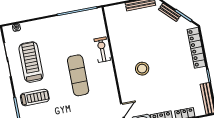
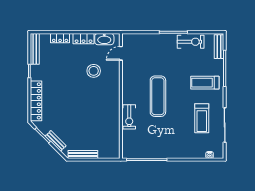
treadmill: (31, 62) -> (202, 118), width x0.73, depth x0.73
stool: (142, 69) -> (94, 71), moved

